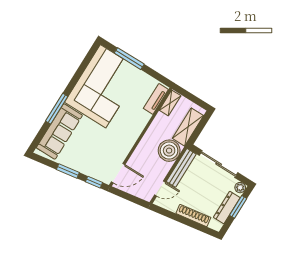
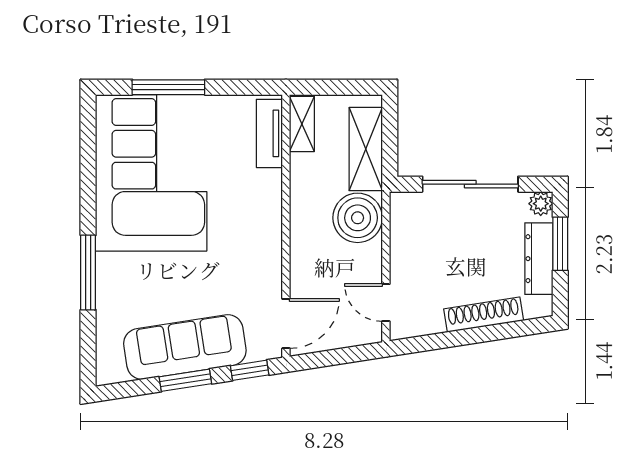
sofa: (59, 132) -> (185, 347), moved, turned -99
bench: (181, 168) -> (402, 237), removed
door: (160, 188) -> (386, 303), swing flipped

